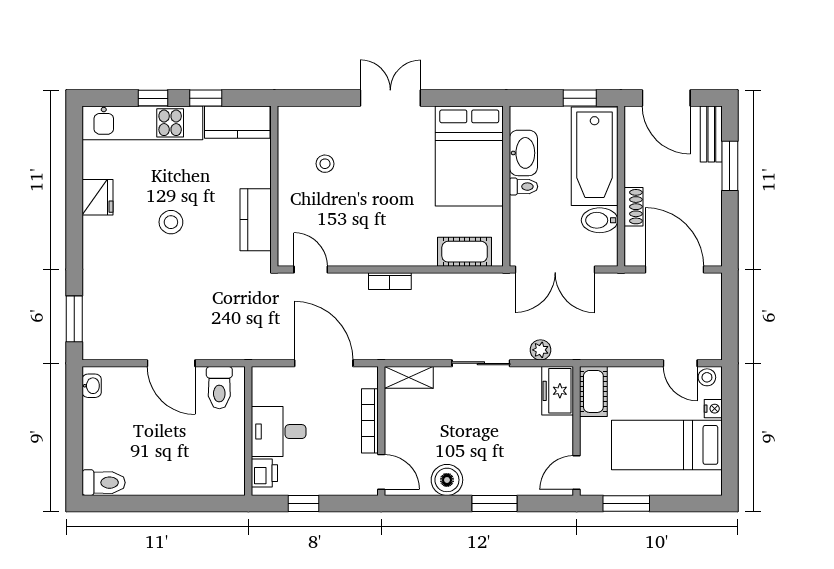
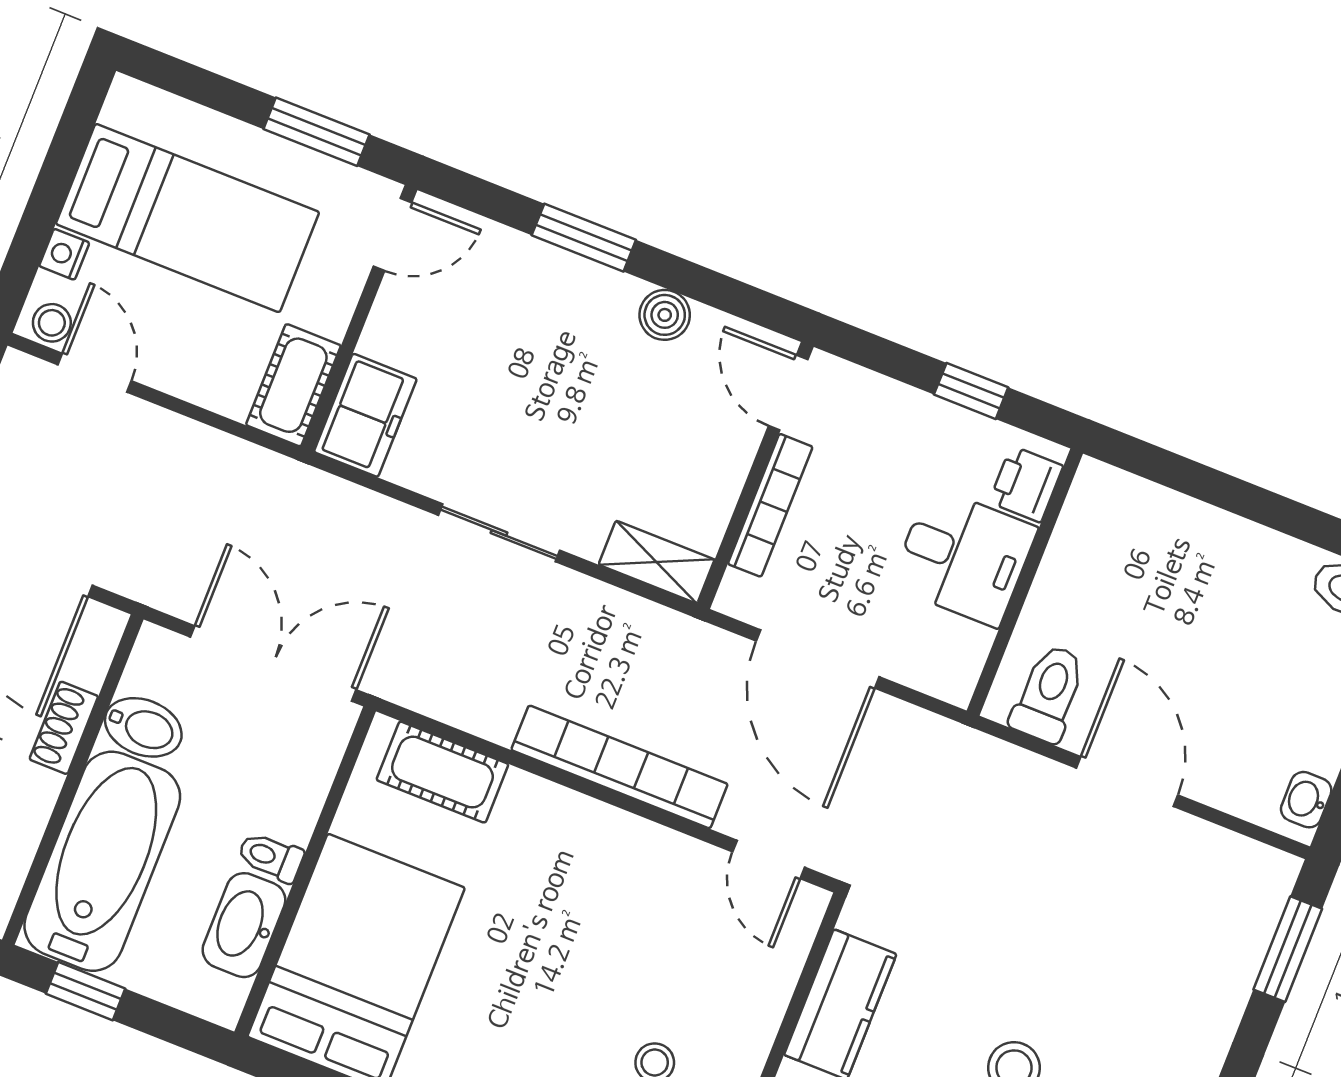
bookcase: (390, 281) -> (619, 767), width x2.31, depth x1.31
plant: (541, 350) -> (367, 512), removed
boiler: (447, 480) -> (665, 315), width x0.73, depth x0.73

